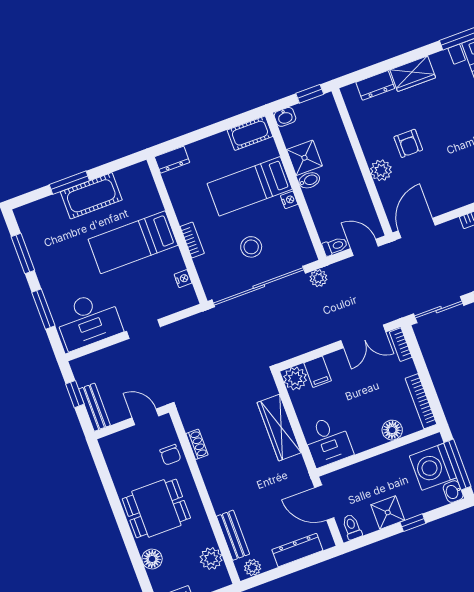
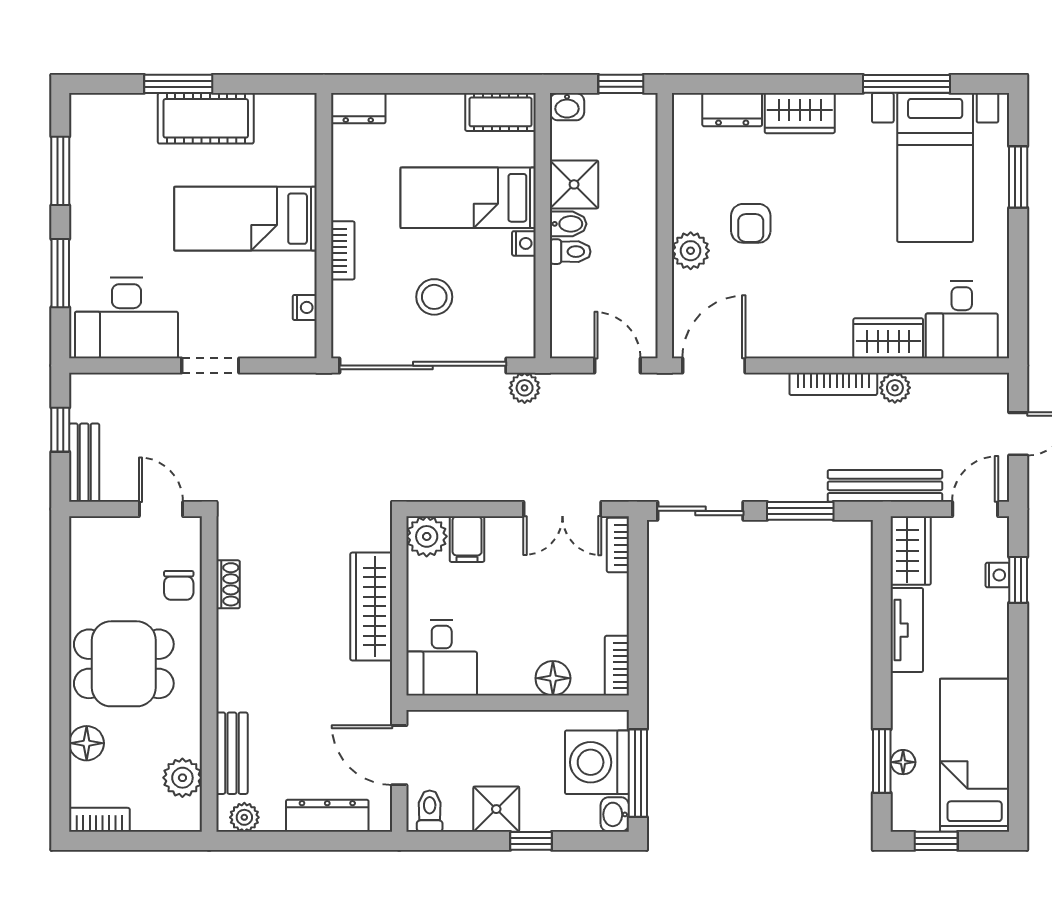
toilet: (335, 246) -> (570, 252), moved
bookcase: (421, 401) -> (617, 666), width x0.64

